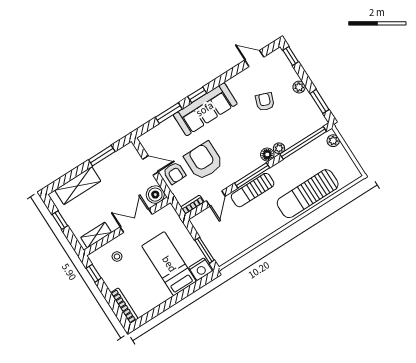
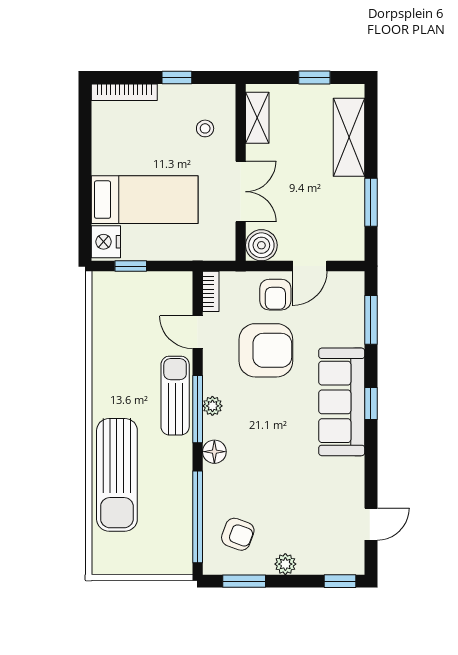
armchair: (265, 102) -> (238, 534), moved
window: (169, 113) -> (371, 320), moved
plant: (333, 141) -> (172, 564), removed
plant: (279, 148) -> (212, 406), moved
armchair: (174, 173) -> (275, 295), turned -90
sun lounger: (308, 194) -> (117, 475), turned 180
window: (205, 250) -> (131, 266), width x0.67
window: (94, 273) -> (177, 77), moved

